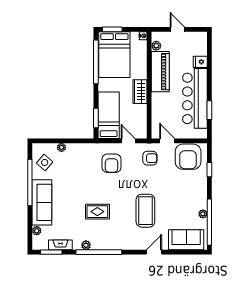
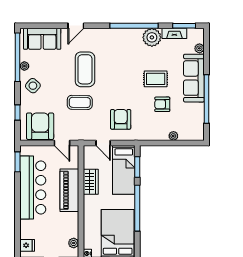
window: (96, 62) -> (137, 208), moved
fridge: (200, 62) -> (27, 245), moved
piano: (160, 72) -> (69, 190), moved
wardrobe: (140, 92) -> (91, 182), moved
window: (209, 110) -> (18, 162), moved
armchair: (150, 158) -> (162, 104), moved
side table: (45, 162) -> (33, 86), moved
coffee table: (150, 179) -> (80, 102), added
rug: (97, 212) -> (156, 79), moved
plant: (86, 245) -> (152, 37), width x1.87, depth x1.87

